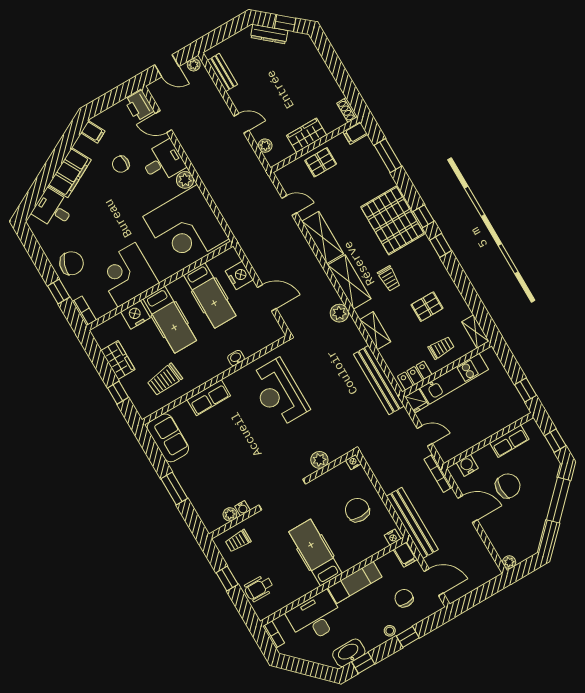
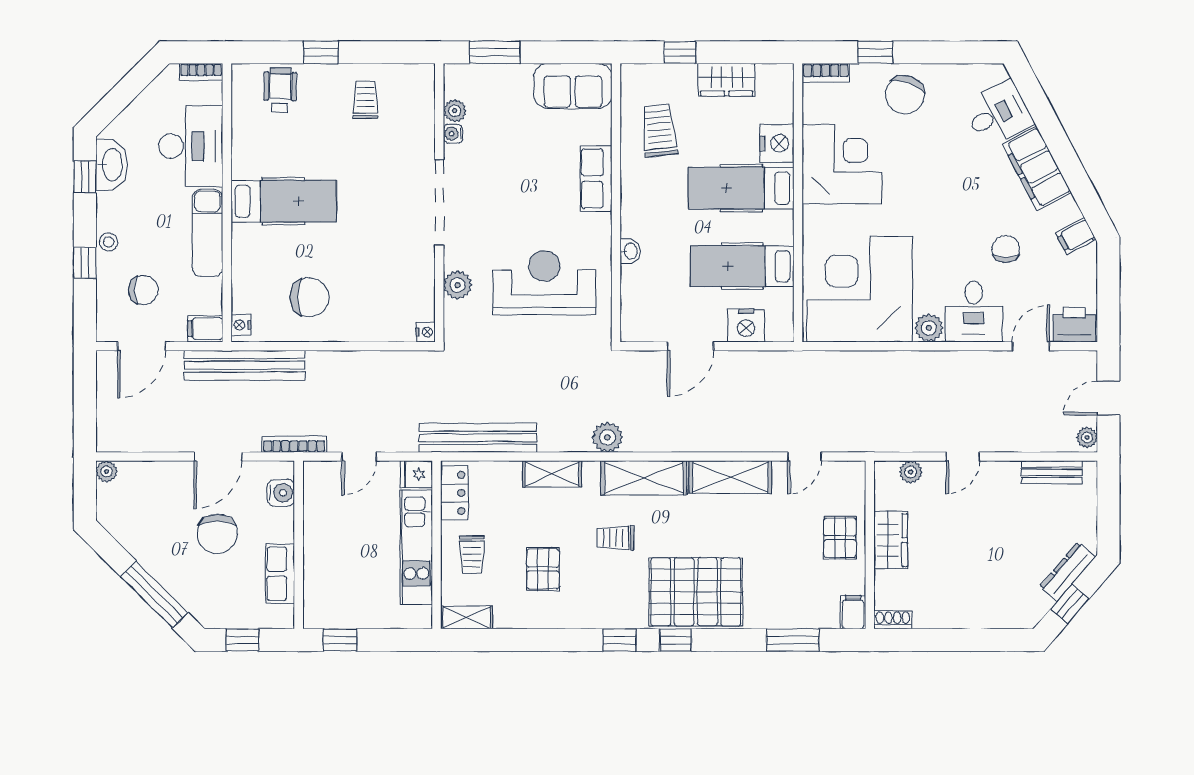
plant: (319, 460) -> (458, 285), moved
nightstand: (353, 462) -> (426, 332), moved
doorway: (282, 494) -> (439, 202), moved
wall: (282, 494) -> (439, 203), moved
water cooler: (242, 508) -> (453, 134), moved
plant: (230, 514) -> (455, 111), moved

